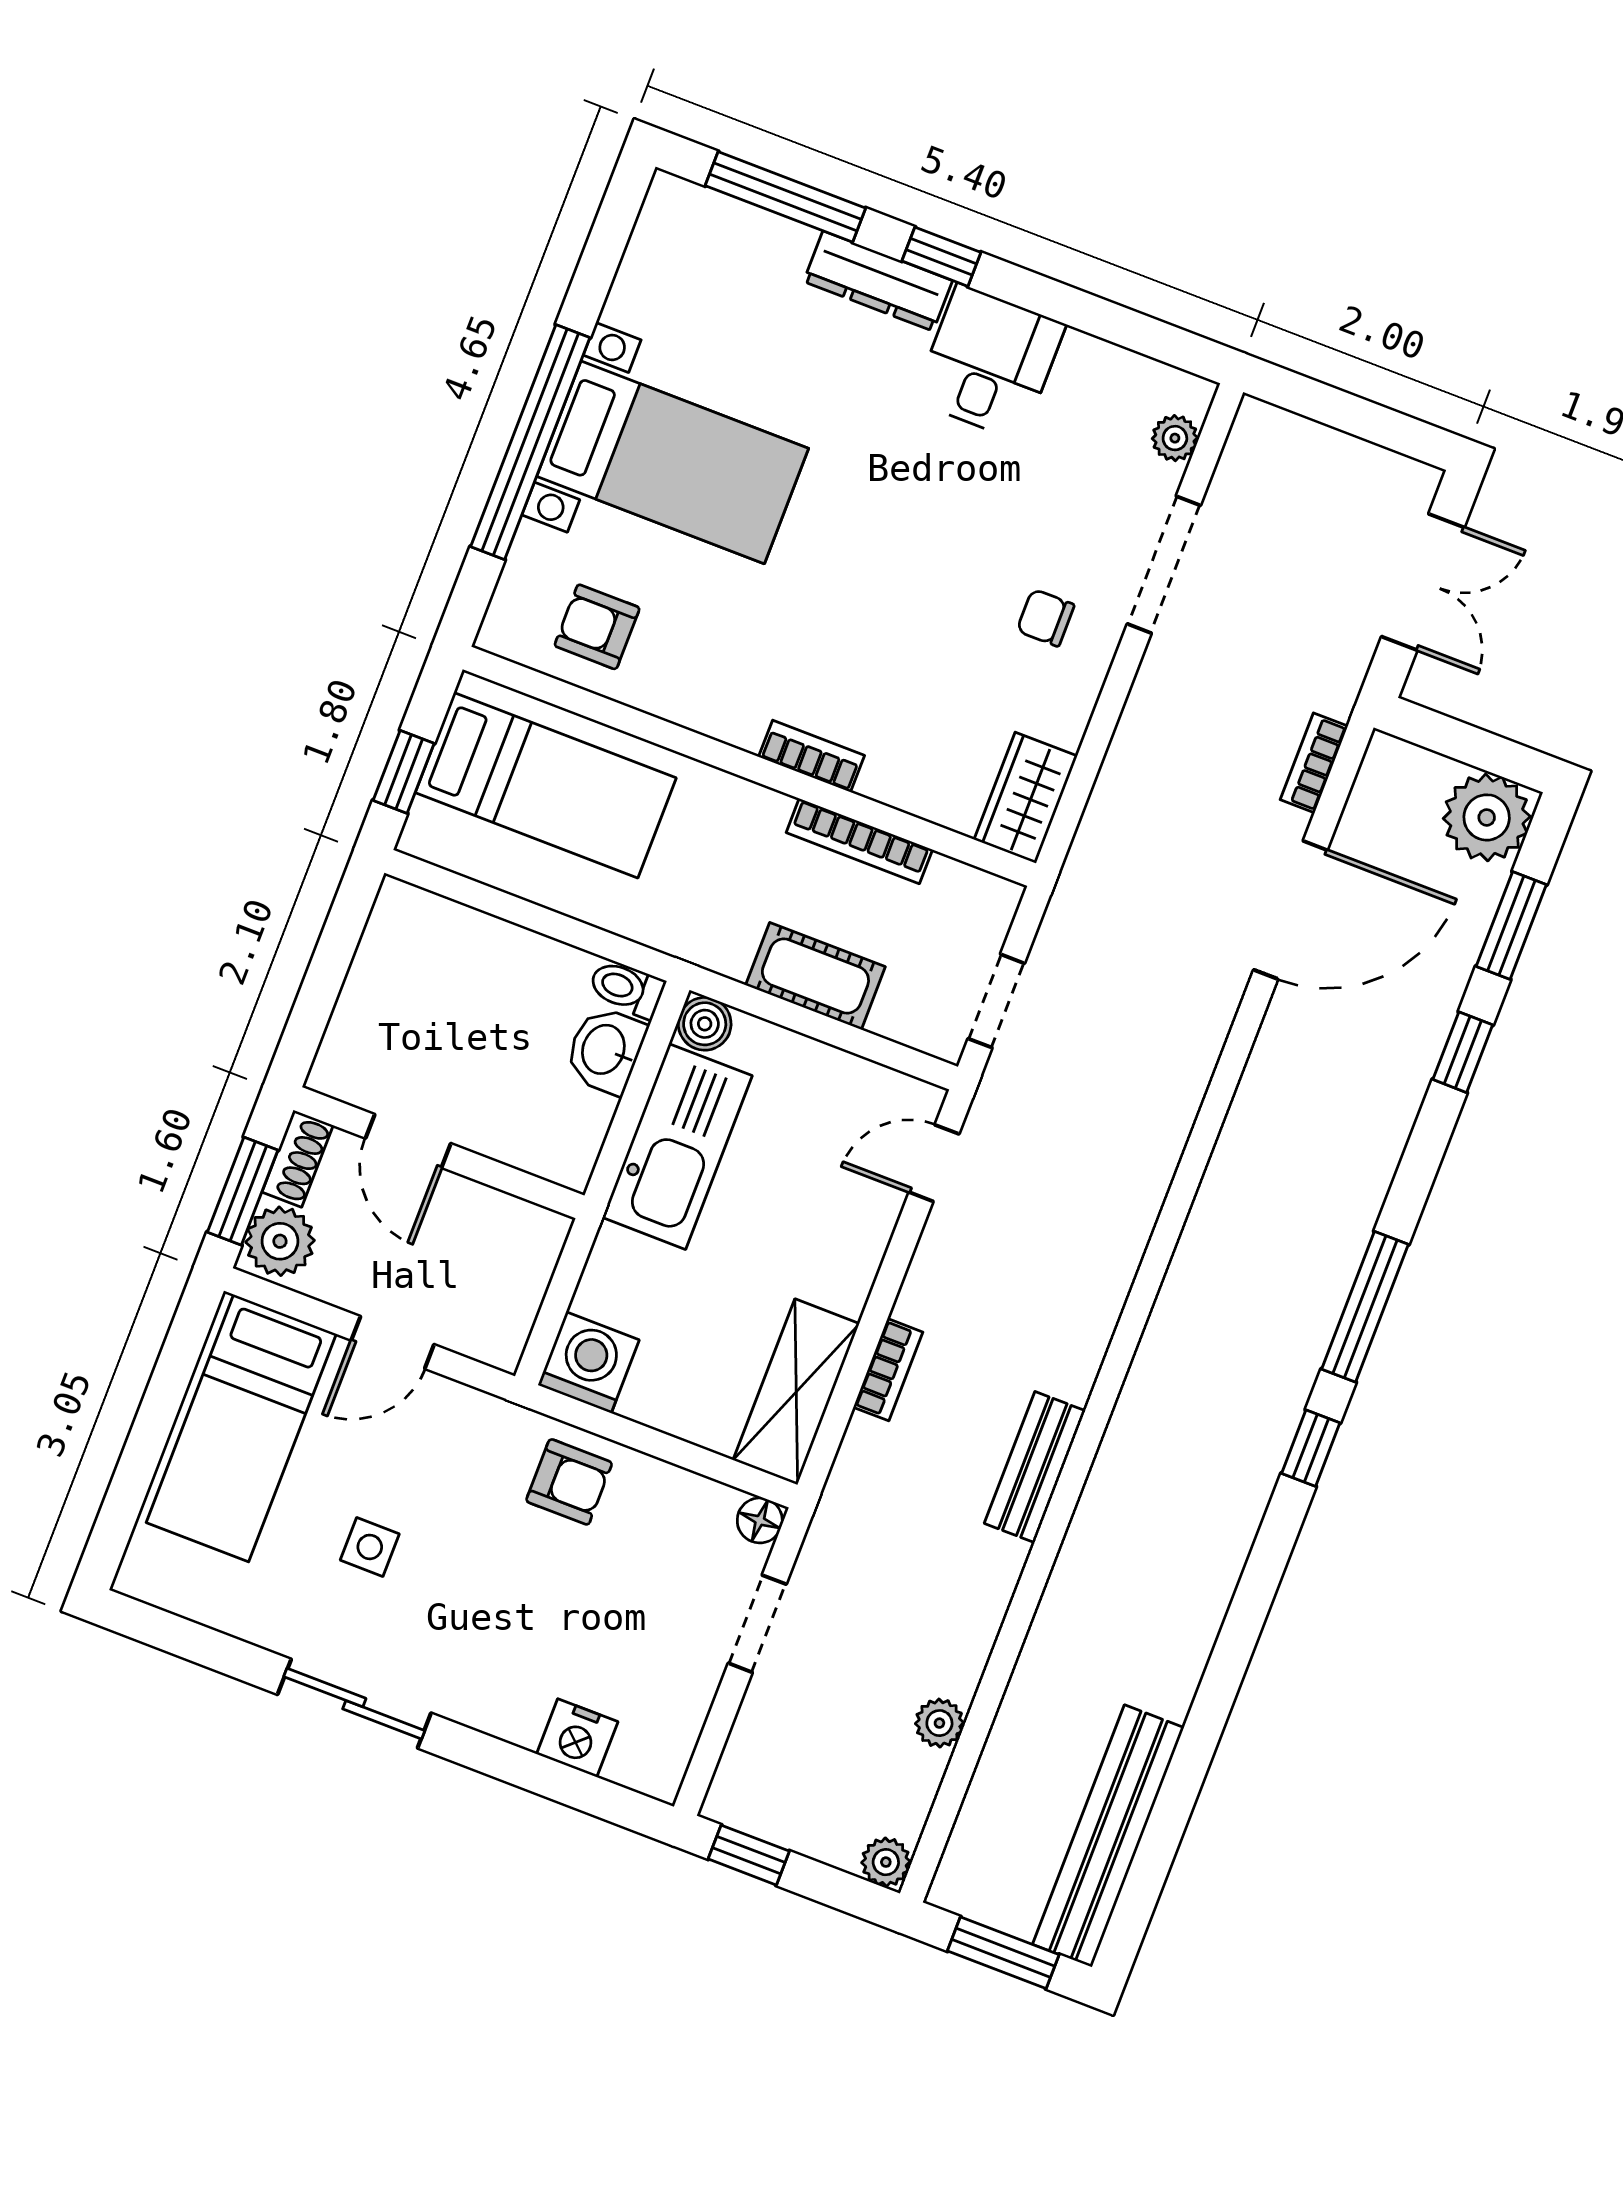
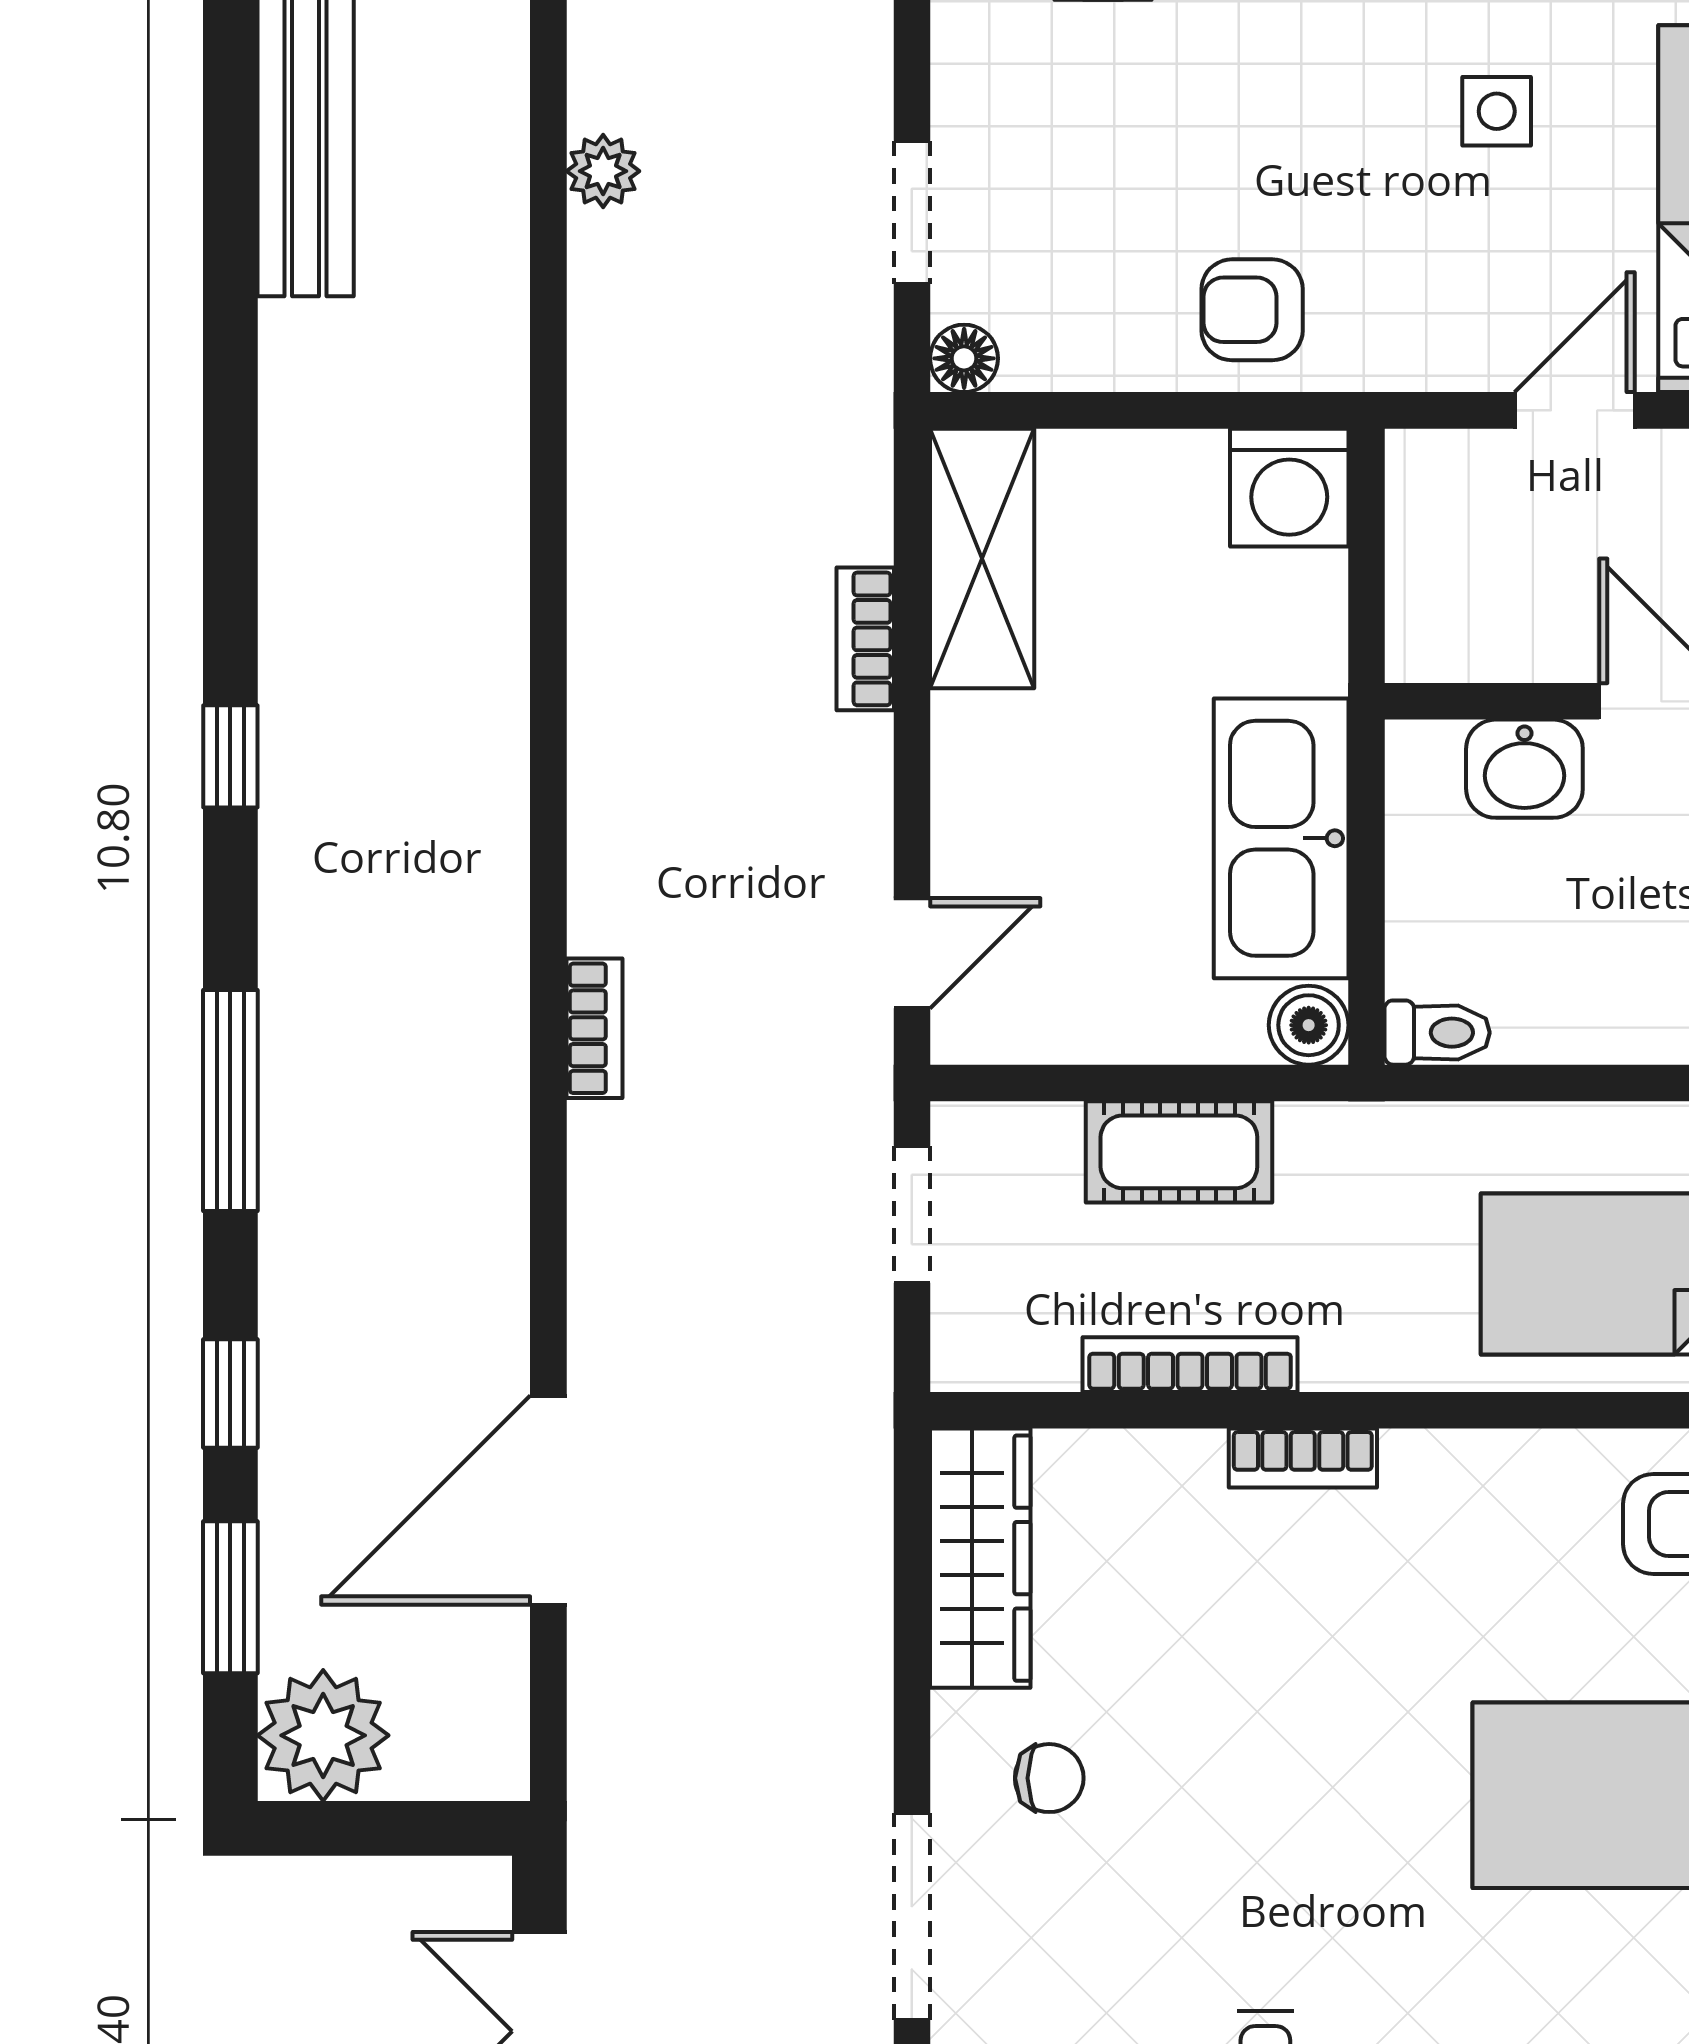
bookcase: (1314, 763) -> (595, 1028), moved
wardrobe: (1026, 798) -> (980, 1558), width x1.50
washbasin: (605, 1050) -> (1524, 769), moved, turned 90
window: (1365, 1307) -> (230, 1100), moved
bench: (1035, 1467) -> (607, 581), removed

